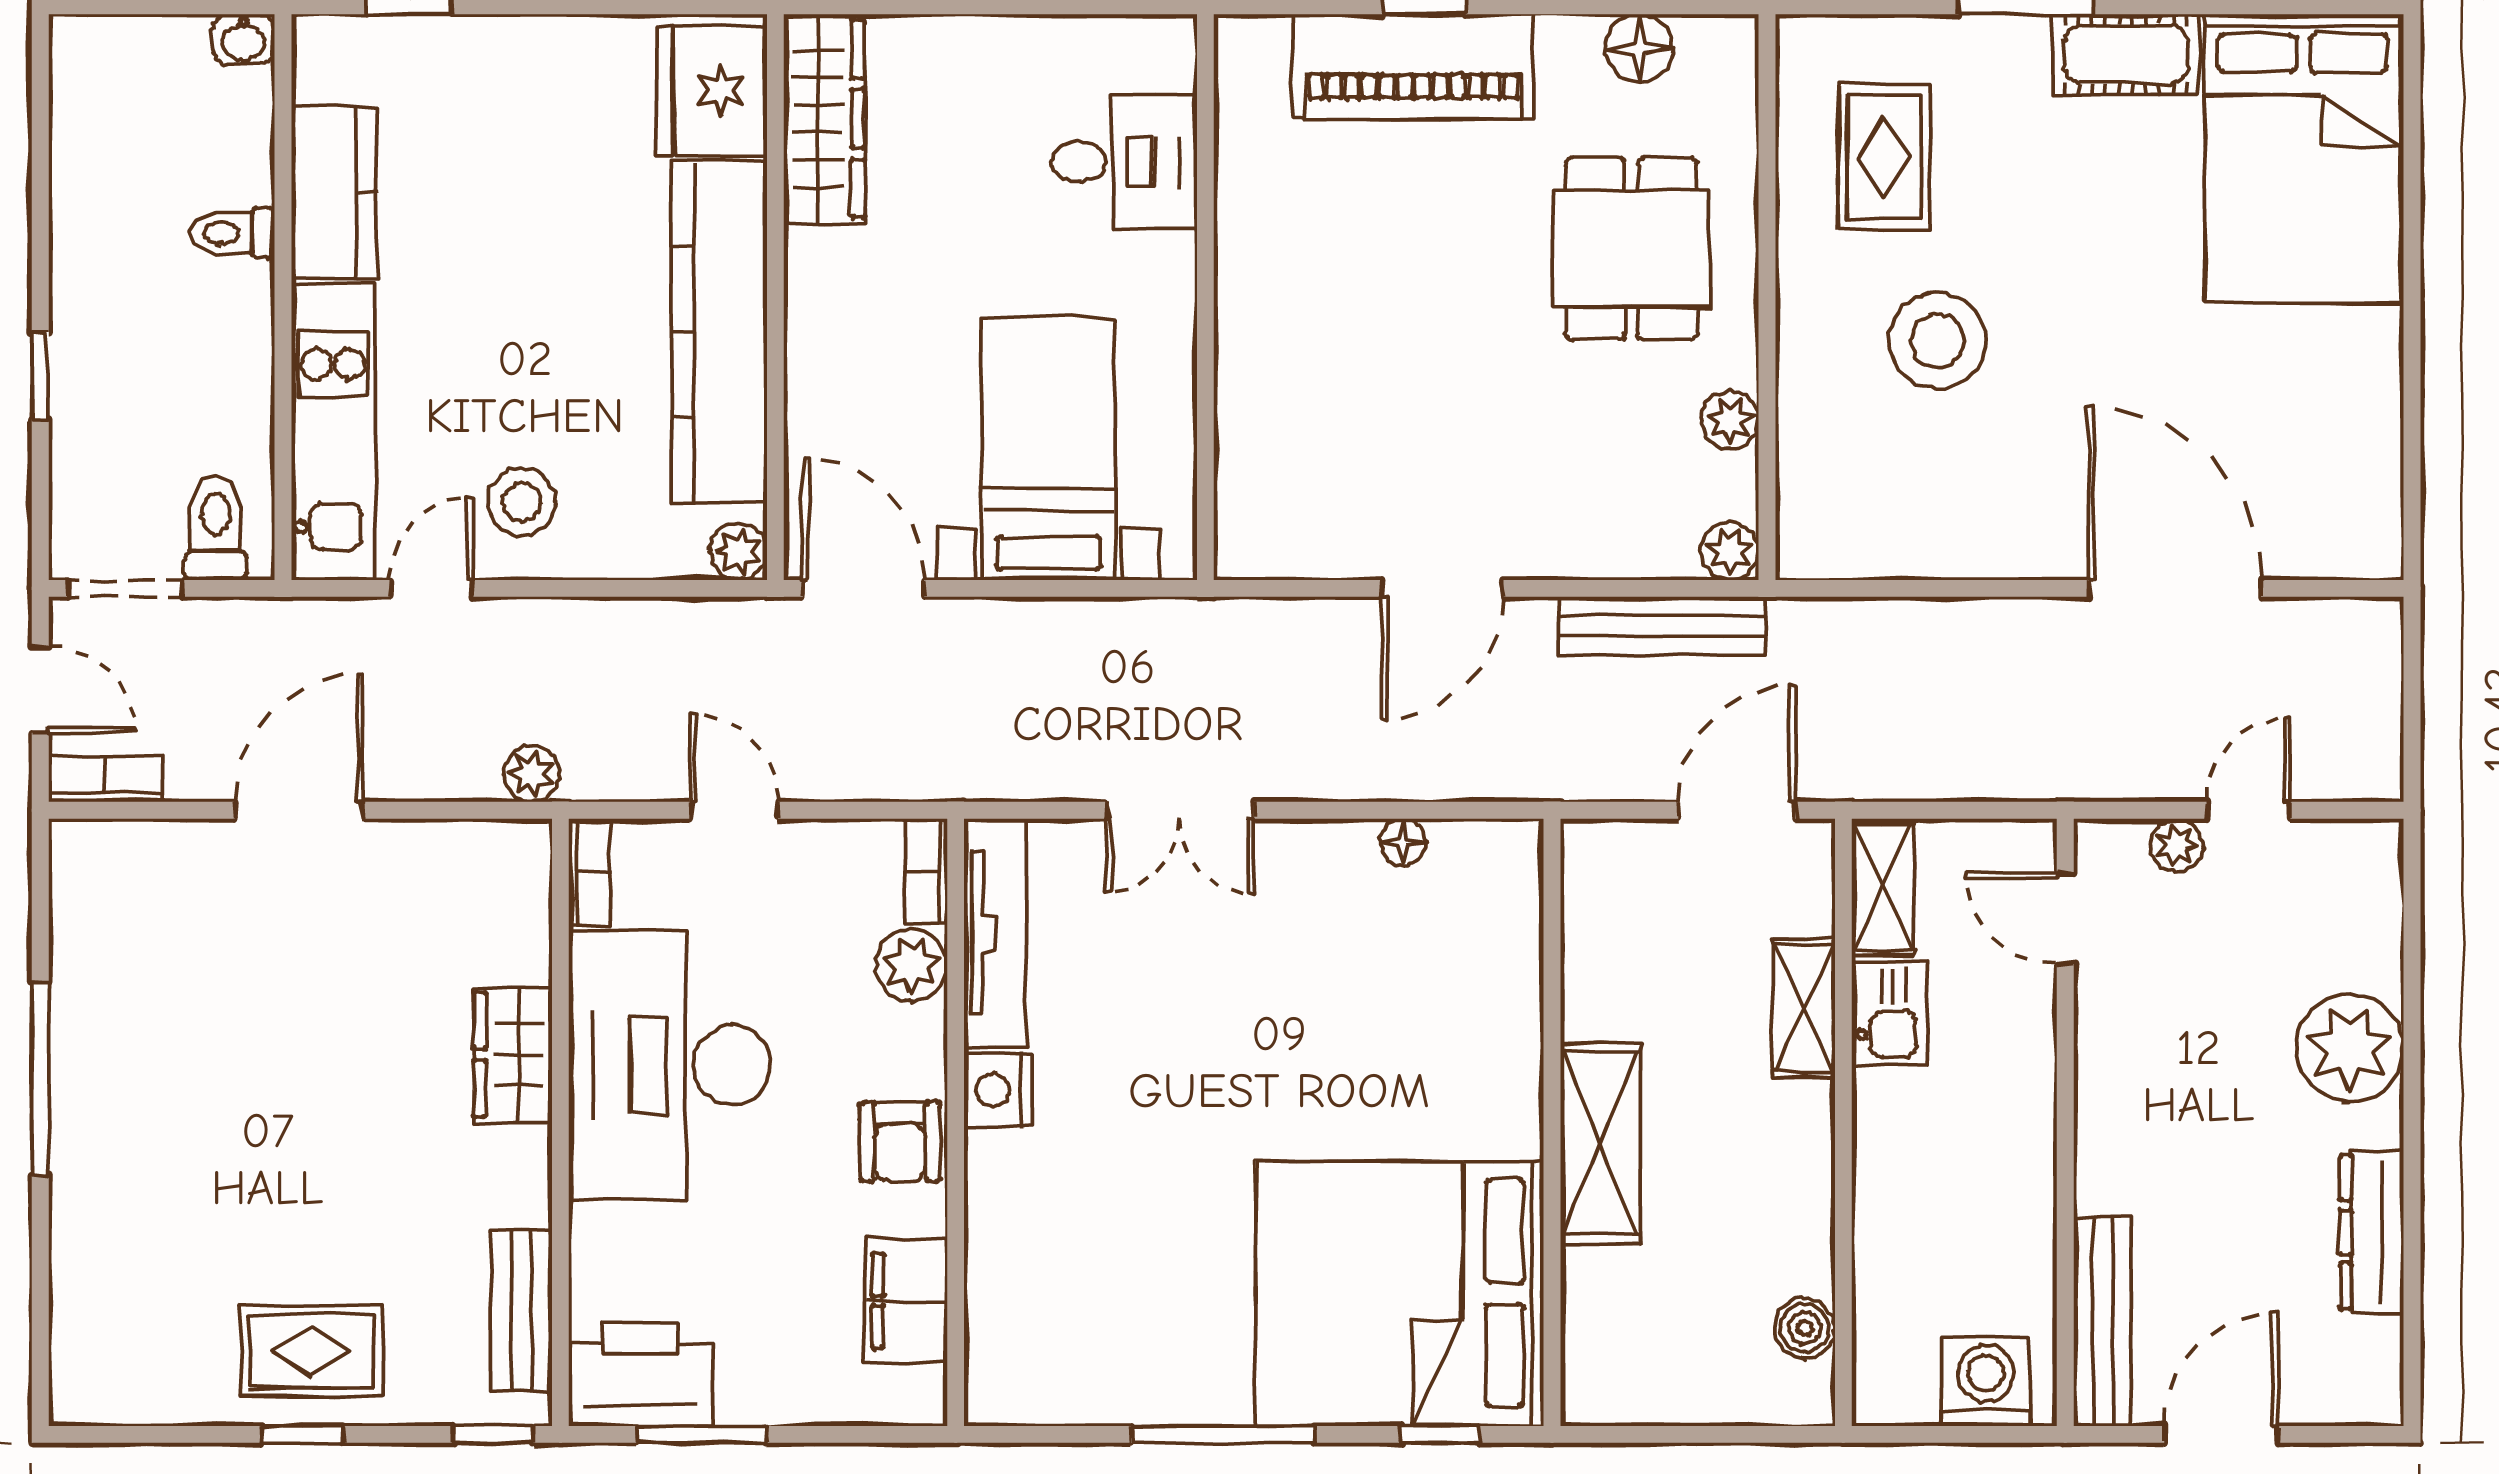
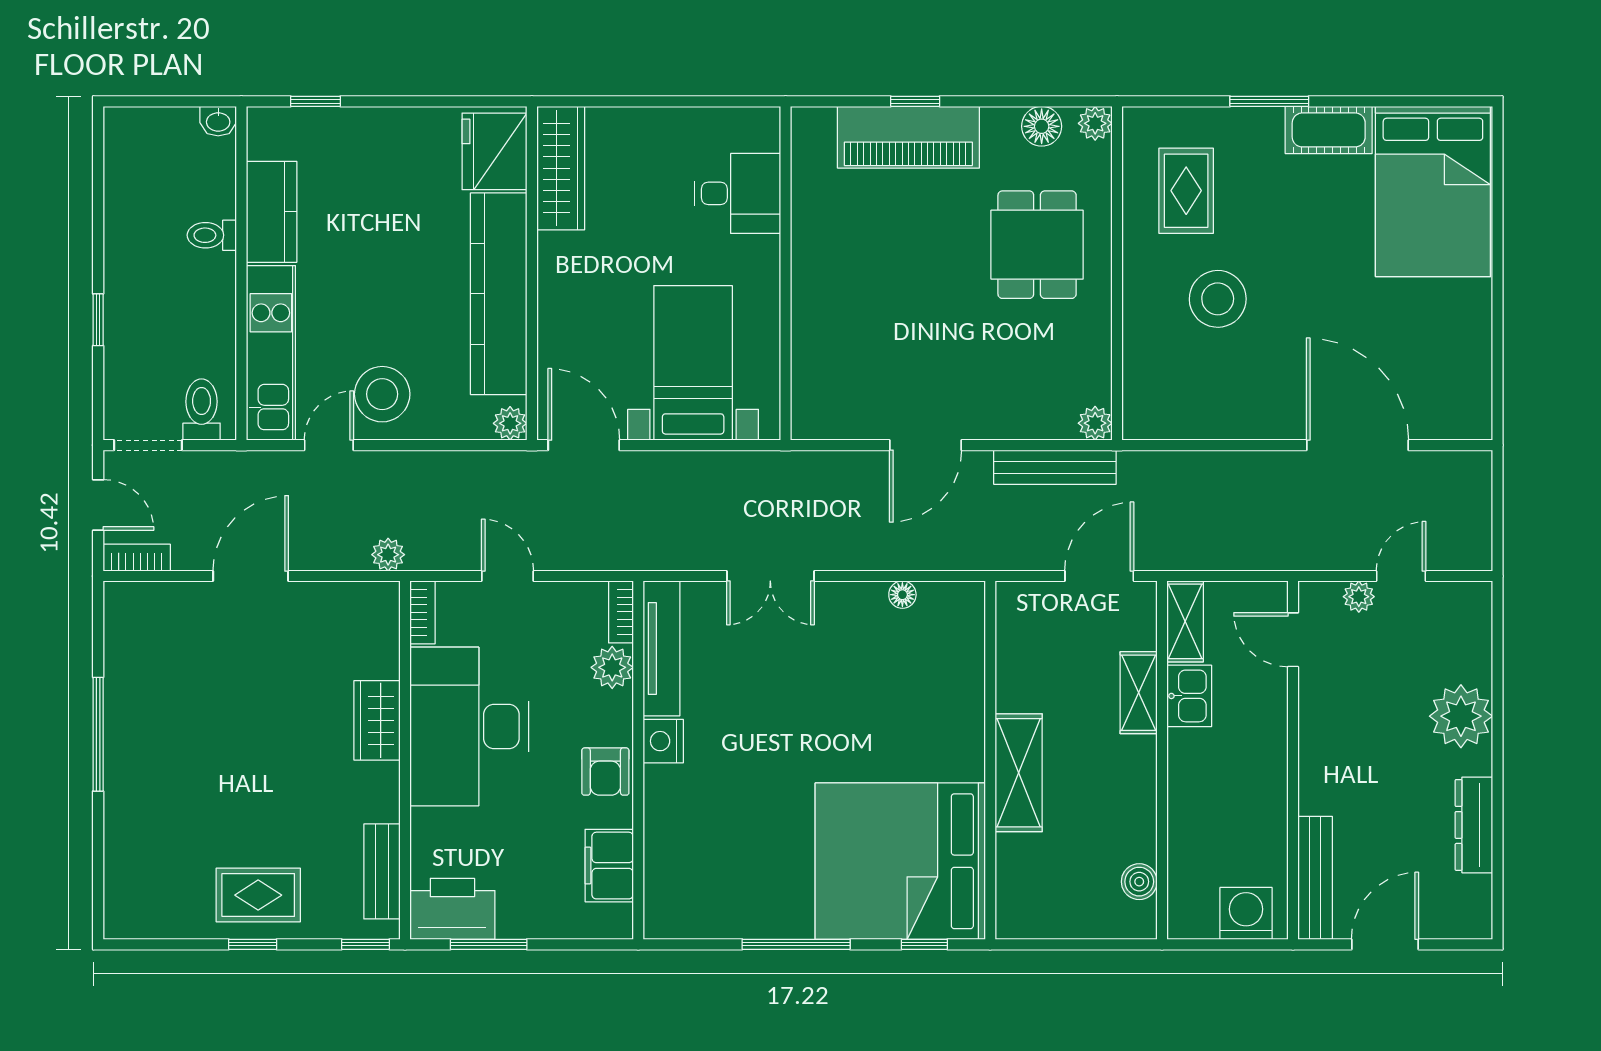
plant: (1730, 420) -> (1095, 123), moved
stool: (522, 502) -> (382, 394), width x1.38, depth x1.38

